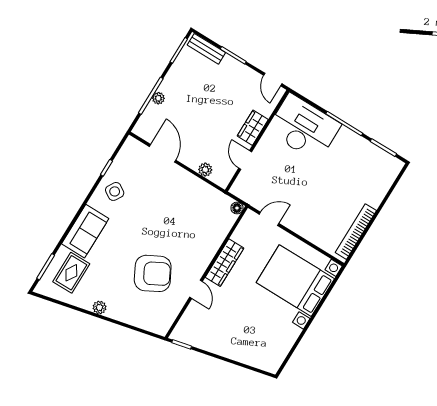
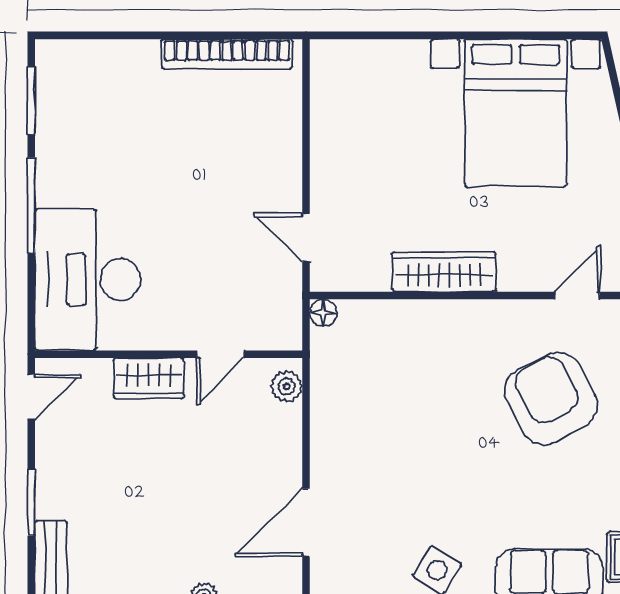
plant: (205, 170) -> (287, 386), moved
bed with nightstands: (295, 281) -> (516, 113), moved
door: (196, 289) -> (577, 296), moved

